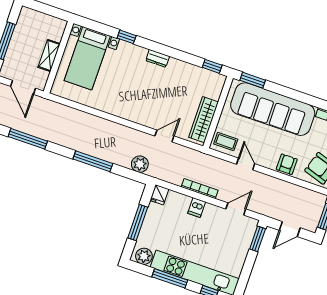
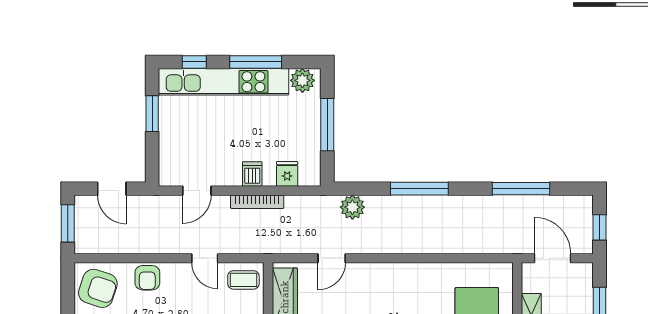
fridge: (159, 195) -> (287, 174), moved
door: (290, 229) -> (112, 189), swing flipped
window: (258, 239) -> (152, 114), moved

